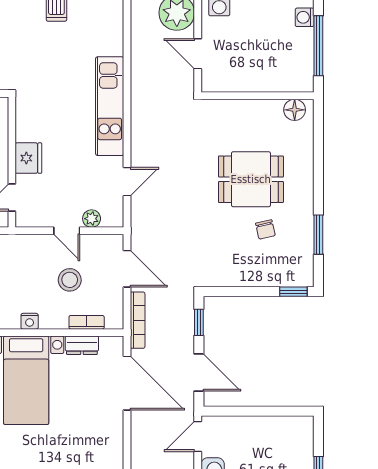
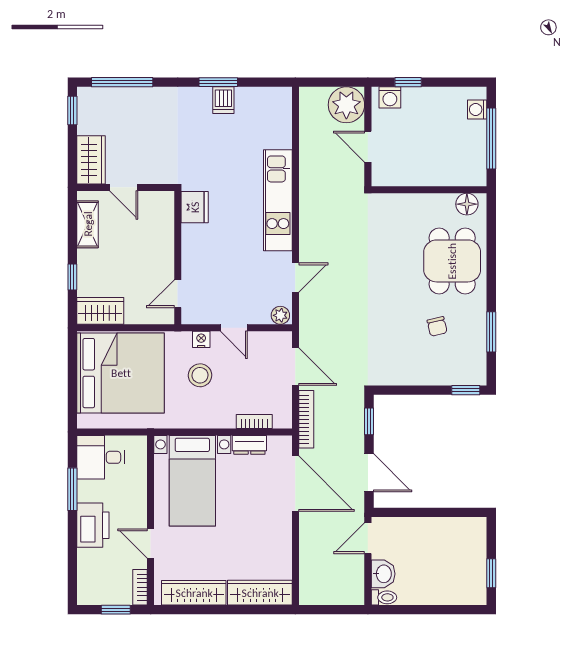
fridge: (28, 158) -> (195, 207), moved
dining table: (251, 179) -> (452, 261), moved, turned 90
plant: (92, 219) -> (280, 315), moved
stool: (70, 280) -> (200, 375), moved
nightstand: (30, 321) -> (201, 339), moved, turned 180

